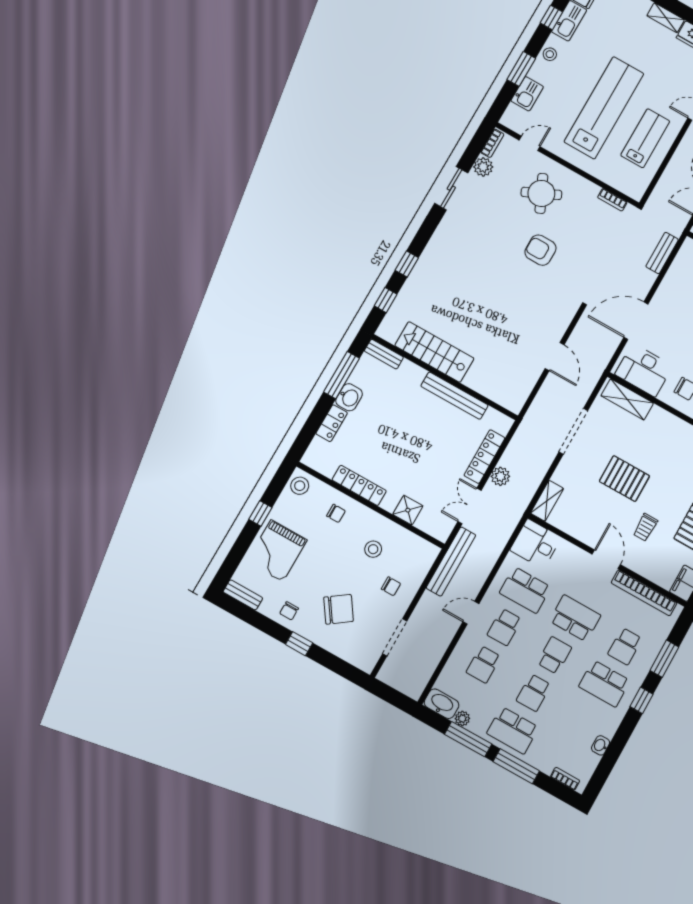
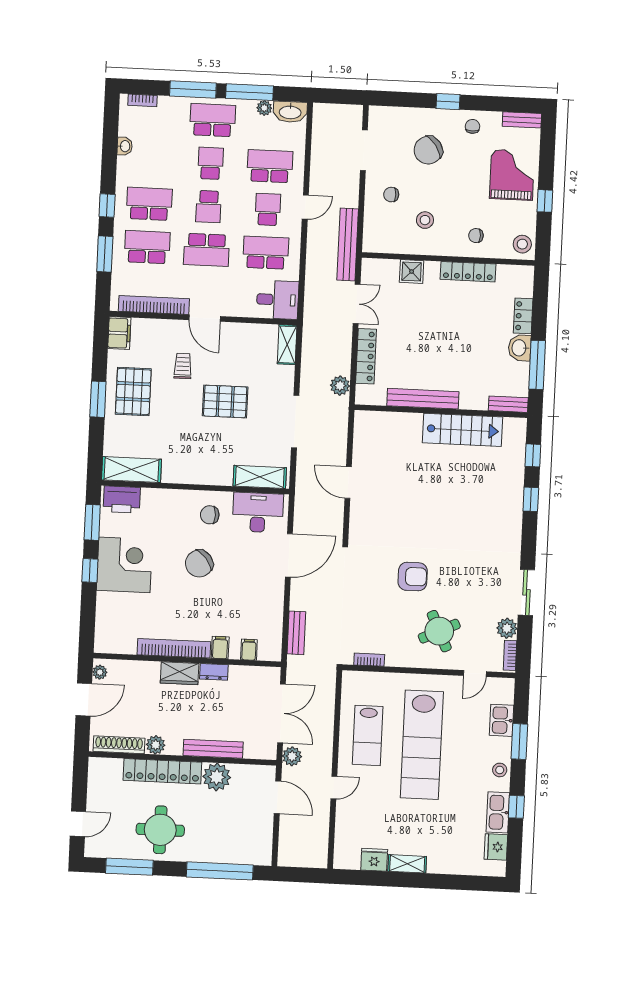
plant: (500, 476) -> (340, 386), moved
school desk: (625, 646) -> (147, 247), width x1.85
school desk: (483, 664) -> (270, 166), width x1.85

